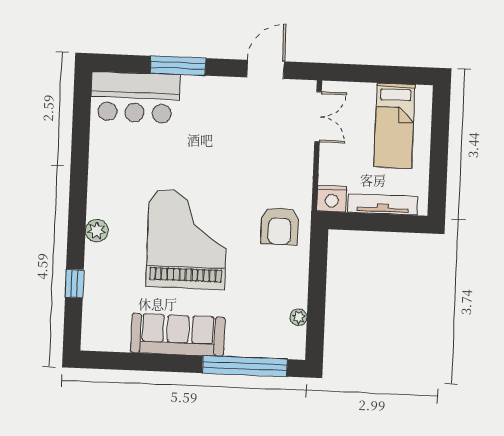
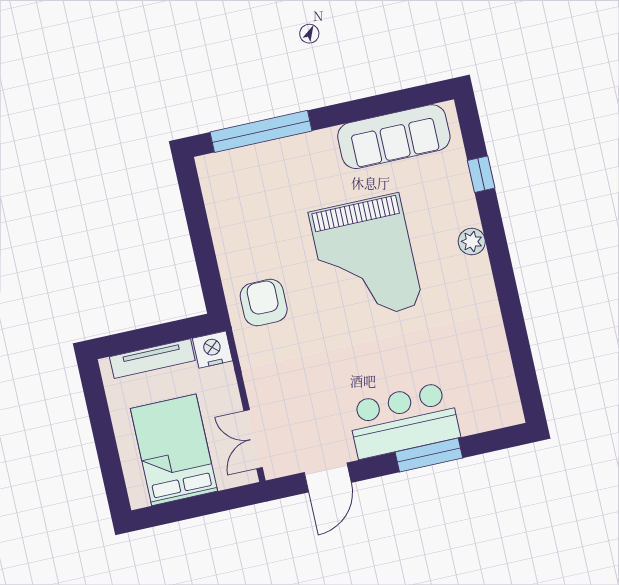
bar counter: (135, 97) -> (403, 420), moved
bed: (394, 126) -> (174, 450), width x1.50
plant: (299, 317) -> (214, 204), removed
sofa: (178, 335) -> (394, 137), moved

